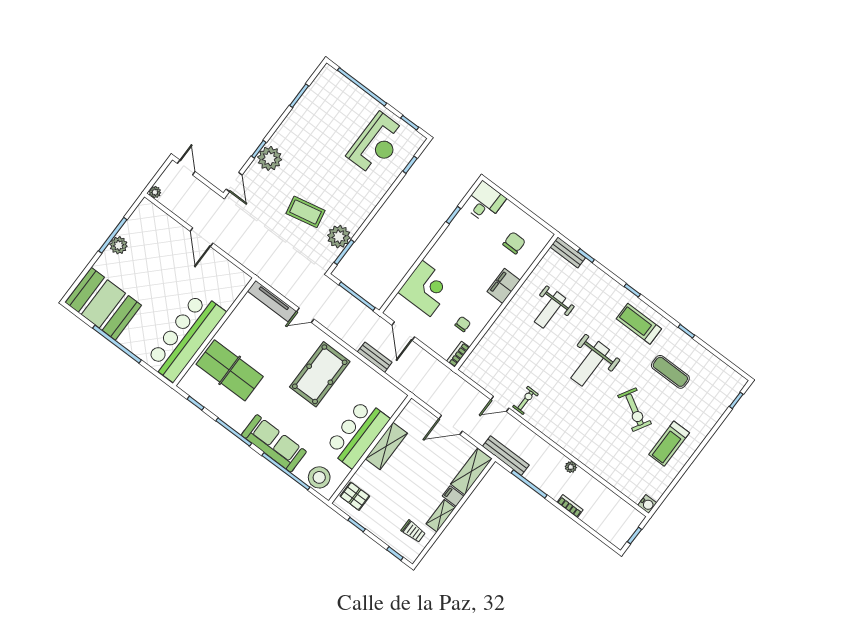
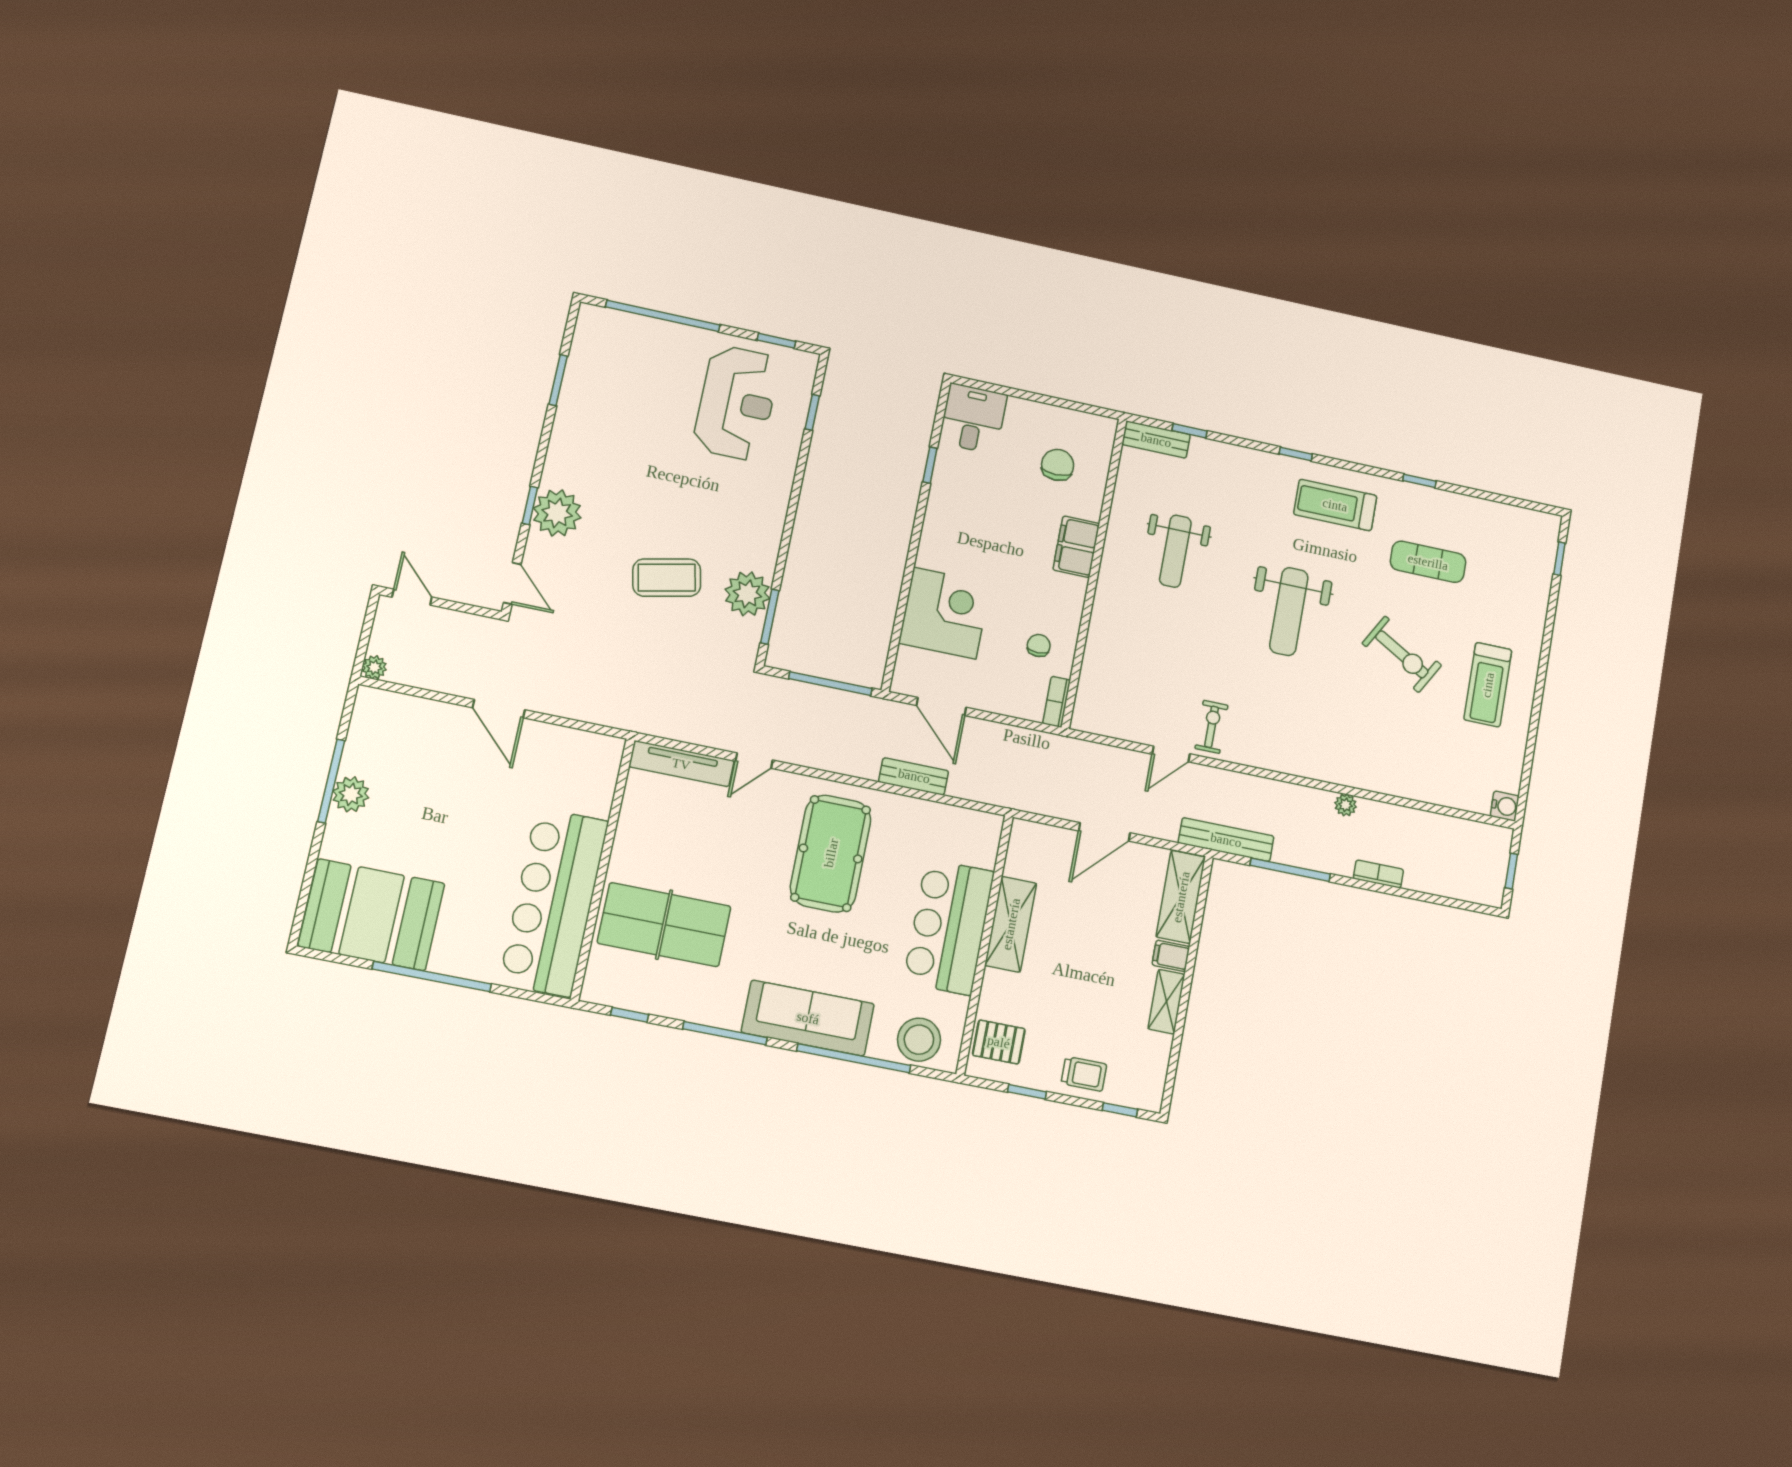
trolley: (413, 531) -> (1084, 1074), moved

